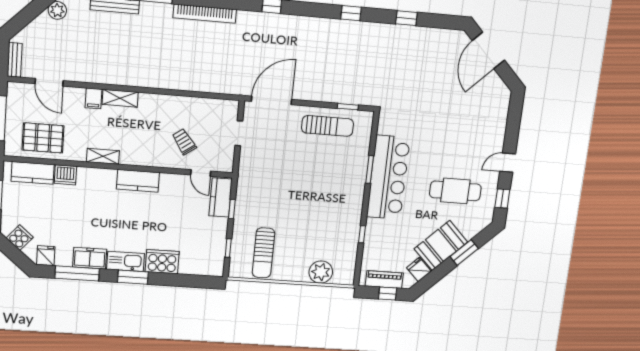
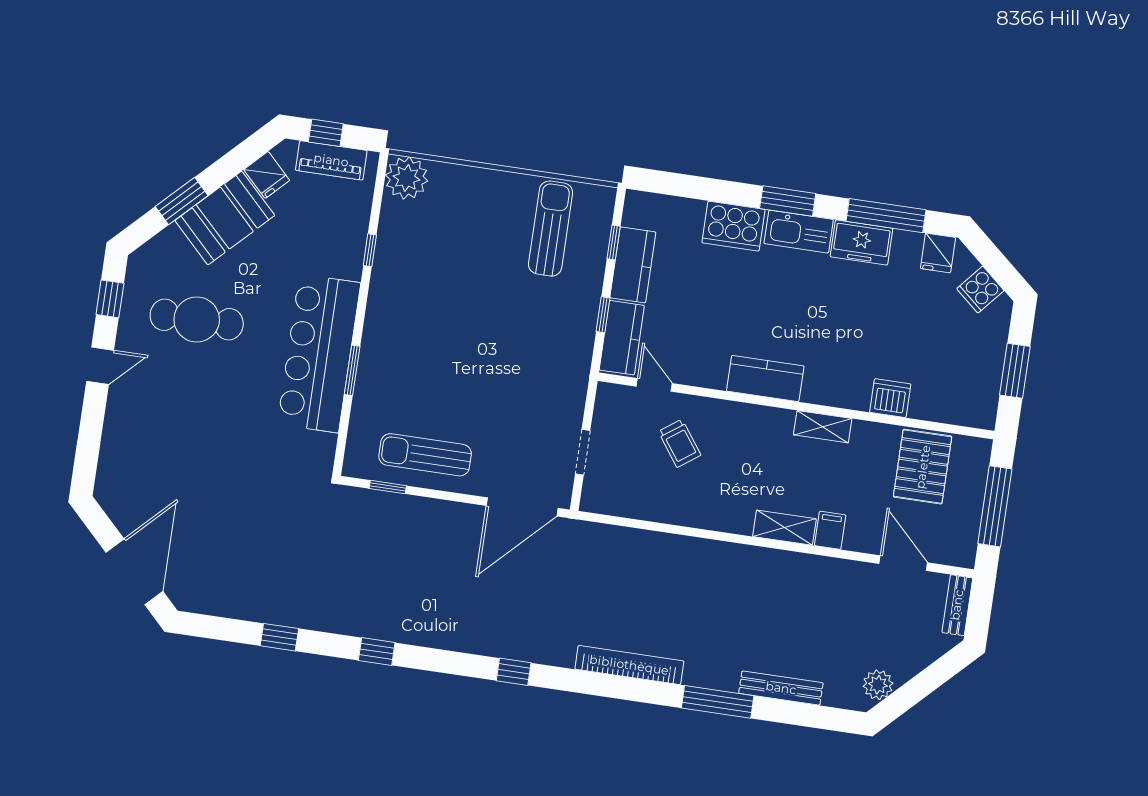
pallet: (43, 138) -> (923, 467), turned 90
kitchen counter: (33, 173) -> (633, 265), moved, turned 90
plant: (321, 272) -> (407, 178), moved

